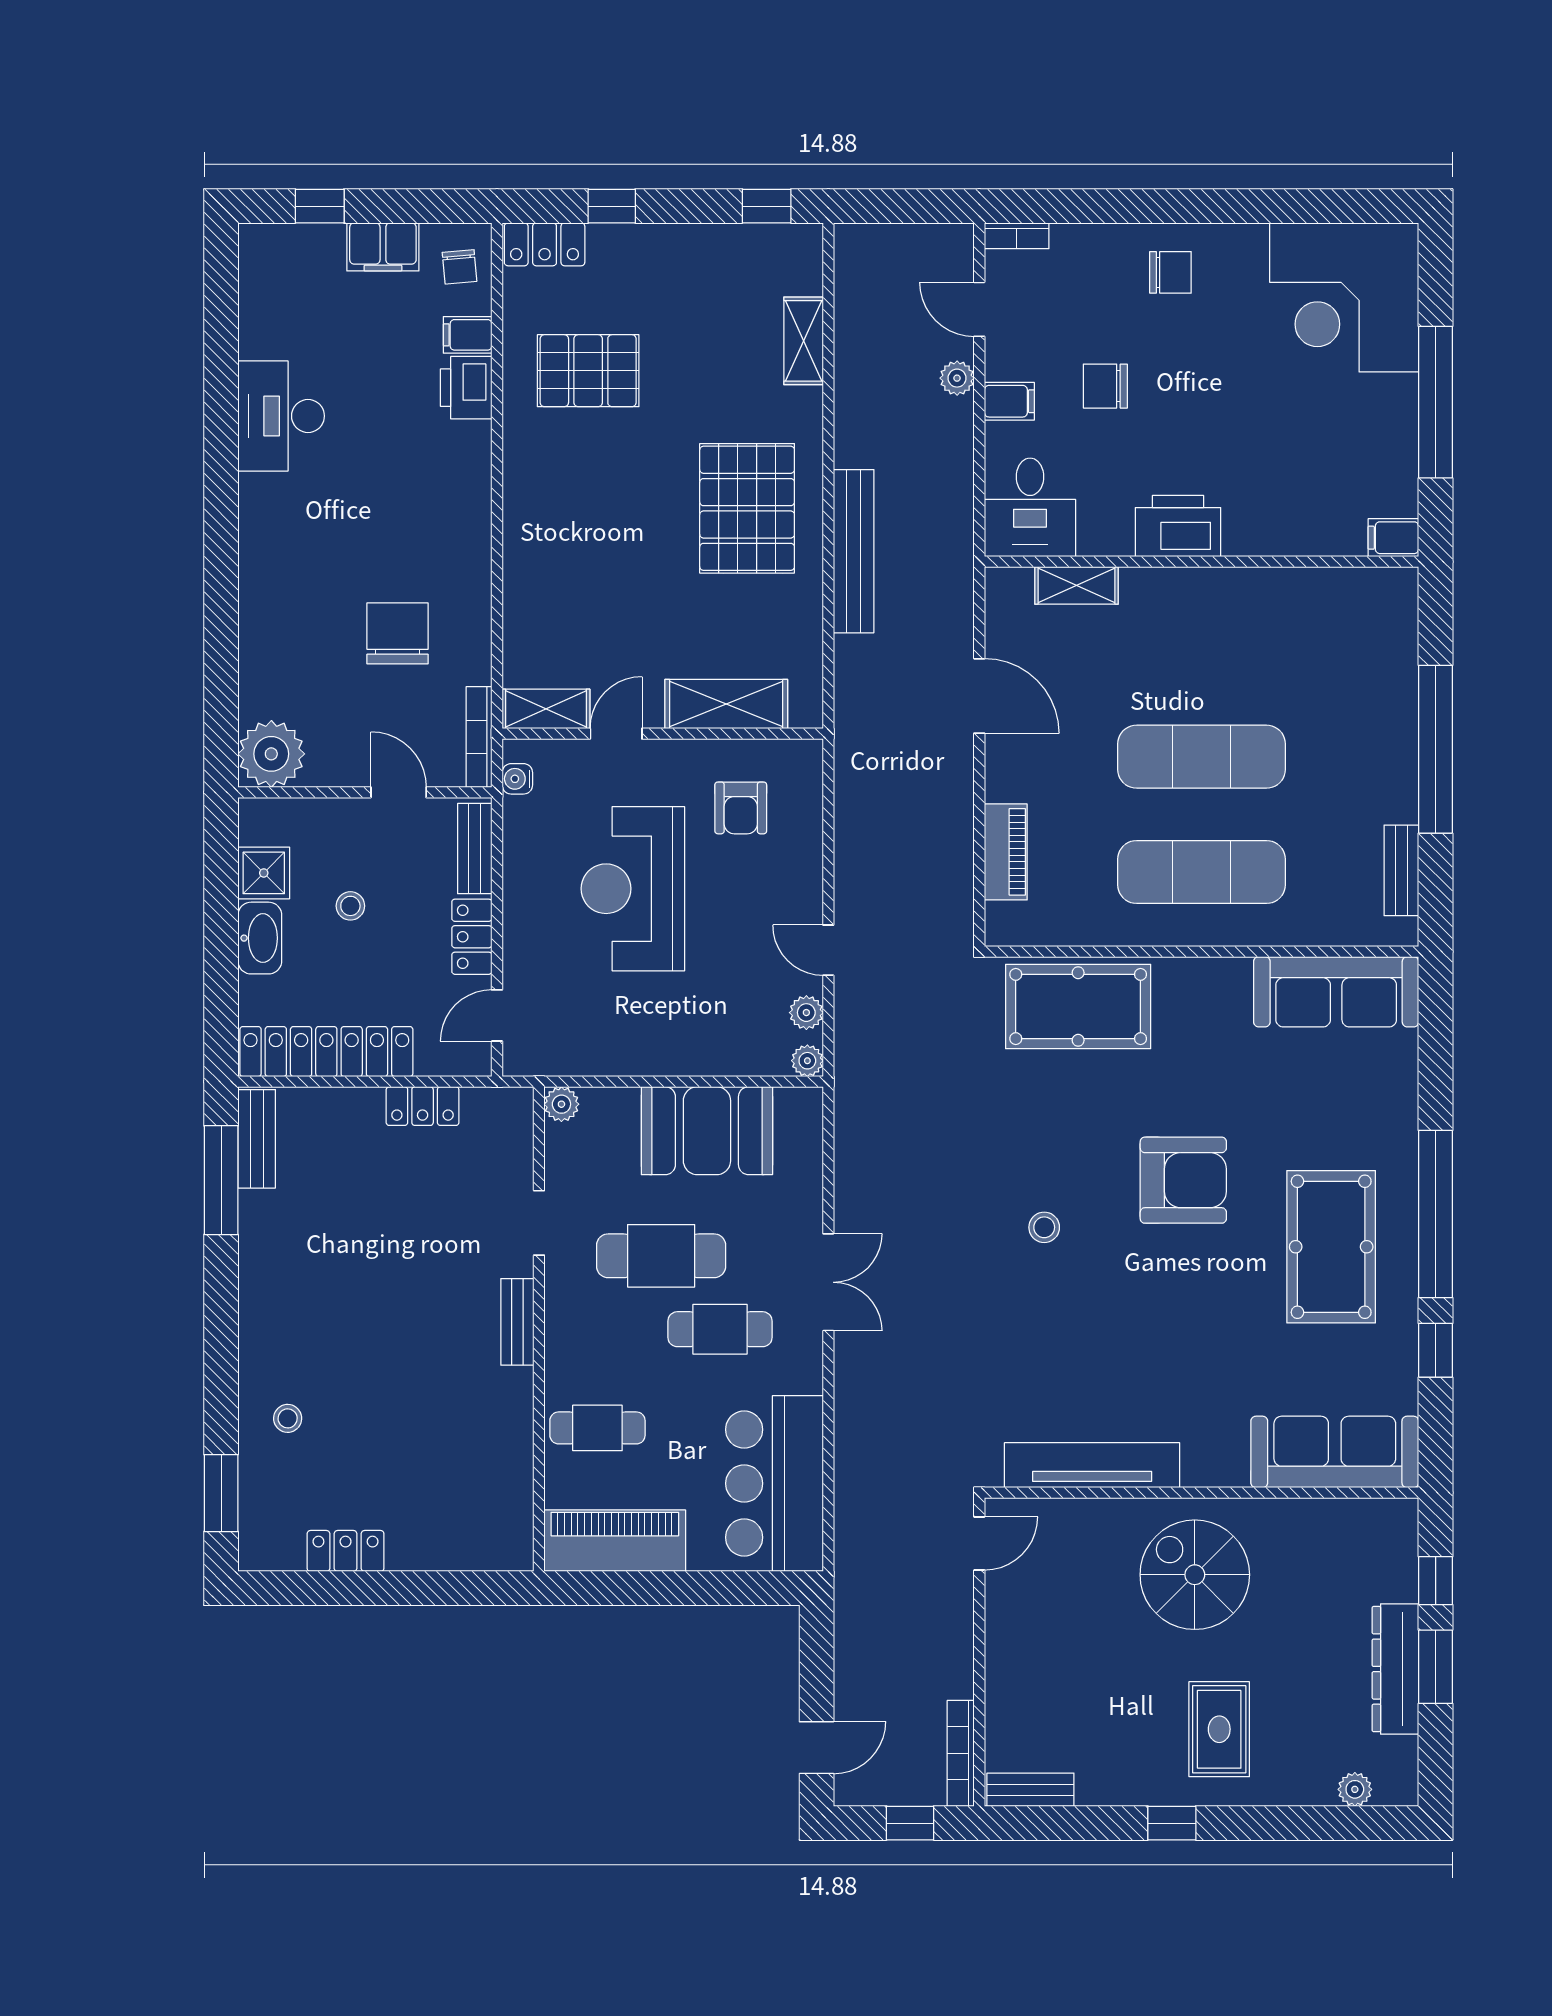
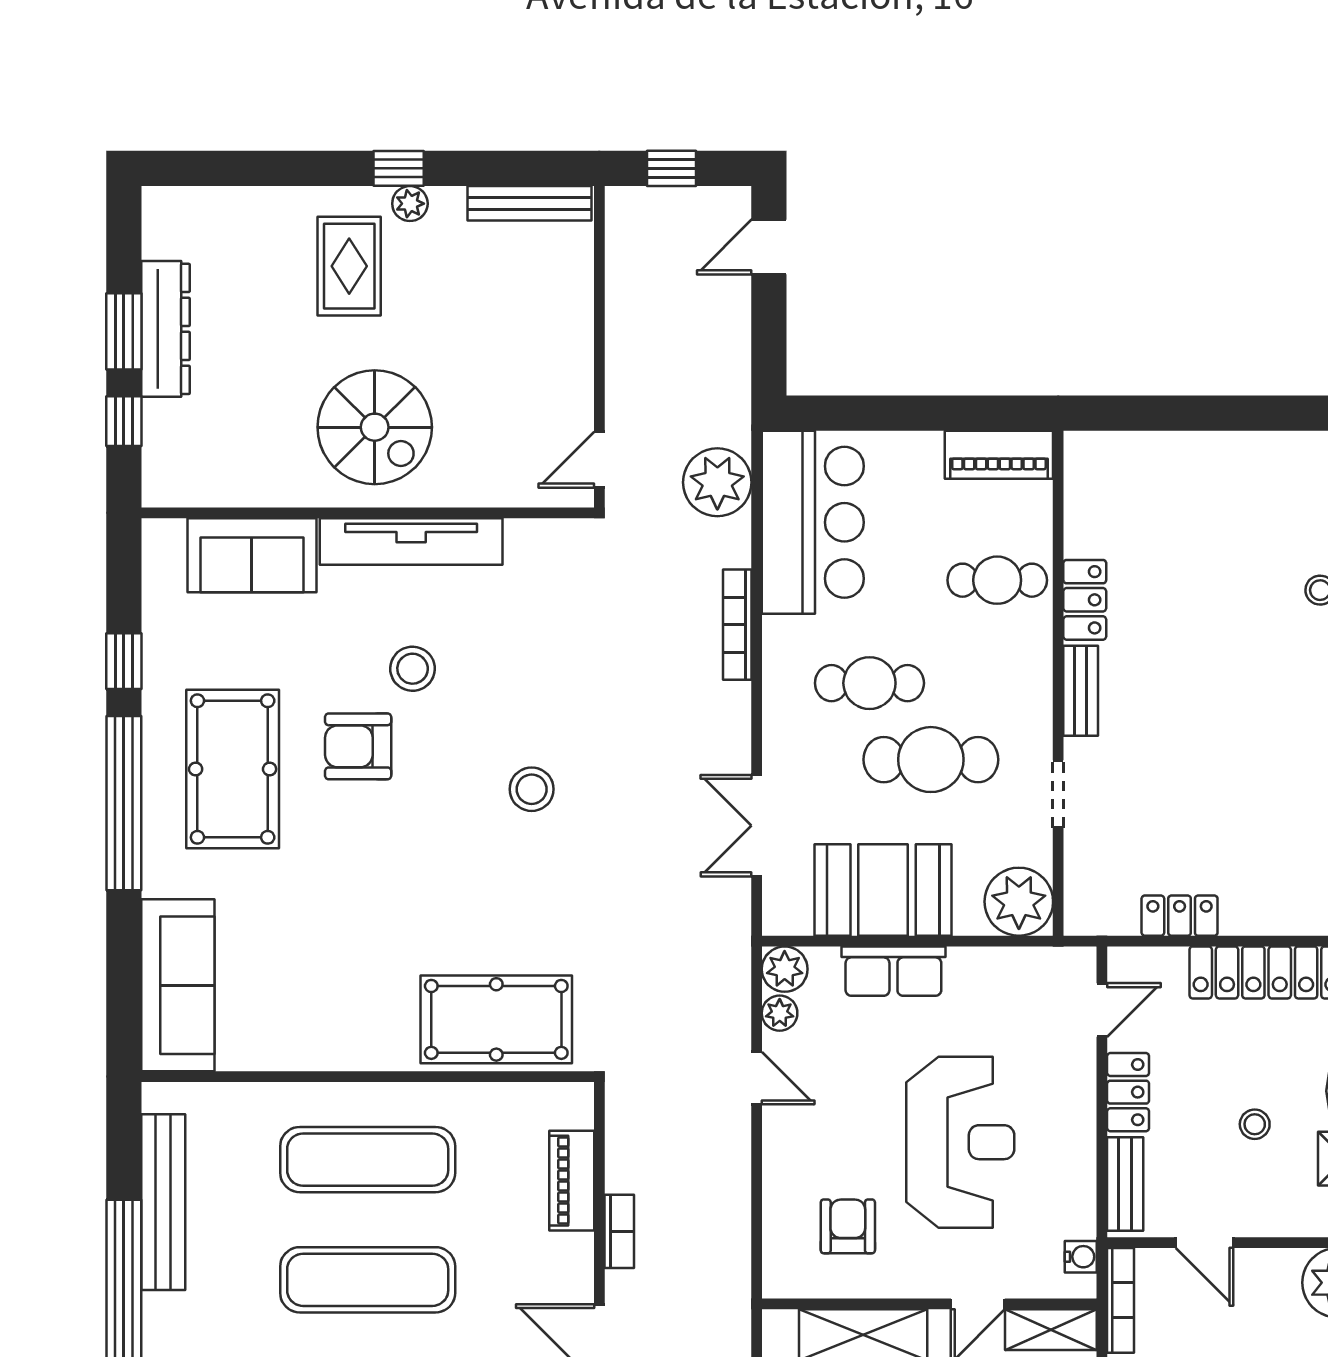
bookcase: (960, 803) -> (619, 1231), added
bench: (1401, 870) -> (163, 1202), width x1.86, depth x1.21
sofa: (1336, 992) -> (178, 985), moved, turned 90
row of seats: (697, 1053) -> (893, 971), added
plant: (807, 1061) -> (785, 969), width x1.38, depth x1.38
plant: (561, 1104) -> (1019, 902), width x1.87, depth x1.87
armchair: (1183, 1180) -> (358, 746), moved, width x0.73, depth x0.73
stool: (1044, 1227) -> (532, 789), width x1.37, depth x1.37
double door: (828, 1282) -> (757, 826), moved
stool: (1158, 1343) -> (413, 669), added
sofa: (1335, 1452) -> (252, 555), width x0.73
tv unit: (1092, 1465) -> (411, 541), moved
plant: (866, 1522) -> (717, 482), added
piano: (615, 1541) -> (999, 455), width x0.73, depth x0.75
locker: (346, 1551) -> (1085, 600), moved, turned -90
bookcase: (961, 1753) -> (737, 625), moved, turned 180
plant: (1355, 1789) -> (410, 204), moved
bench: (1030, 1790) -> (529, 203), width x1.36

